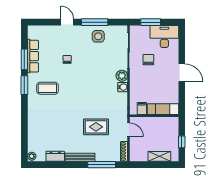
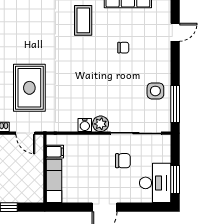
door: (67, 22) -> (175, 32), moved
window: (95, 22) -> (175, 104), moved
window: (151, 22) -> (175, 179), moved
rug: (96, 127) -> (29, 88), width x1.36, depth x1.43
door: (129, 130) -> (25, 133), hinge flipped

